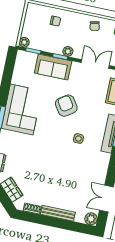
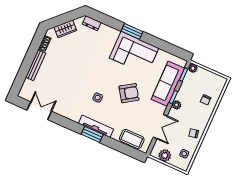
sofa: (53, 67) -> (168, 84), width x1.36
plant: (91, 219) -> (24, 93), removed

